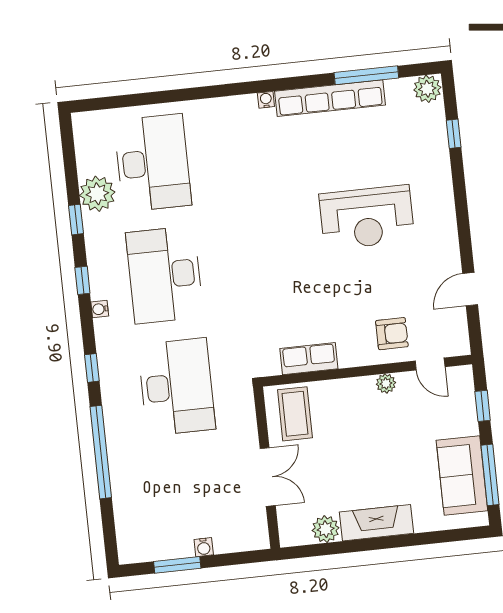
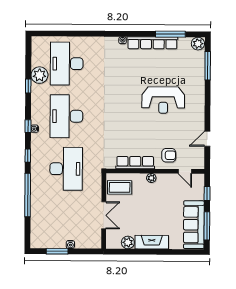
window: (454, 134) -> (208, 66), width x2.17
desk: (153, 163) -> (67, 64), turned 180
window: (82, 280) -> (28, 126), moved
row of seats: (309, 359) -> (135, 163), width x1.48
plant: (386, 383) -> (151, 178), moved
coffee table: (295, 414) -> (120, 187), turned 90
sofa: (462, 475) -> (194, 225), width x1.36

